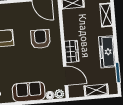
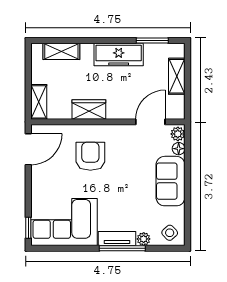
armchair: (40, 39) -> (90, 156), turned 90
wardrobe: (72, 51) -> (89, 110), moved

